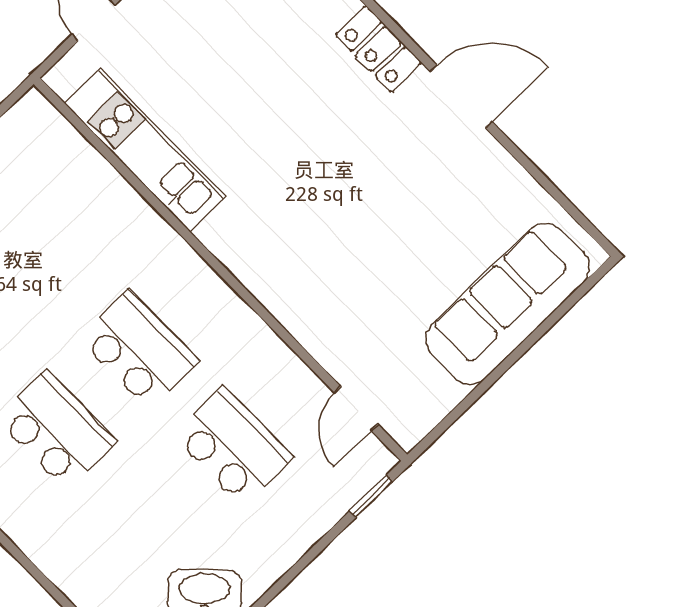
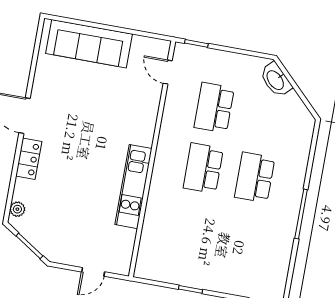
kitchen unit: (145, 150) -> (133, 187), moved
door: (356, 408) -> (168, 72), swing flipped

